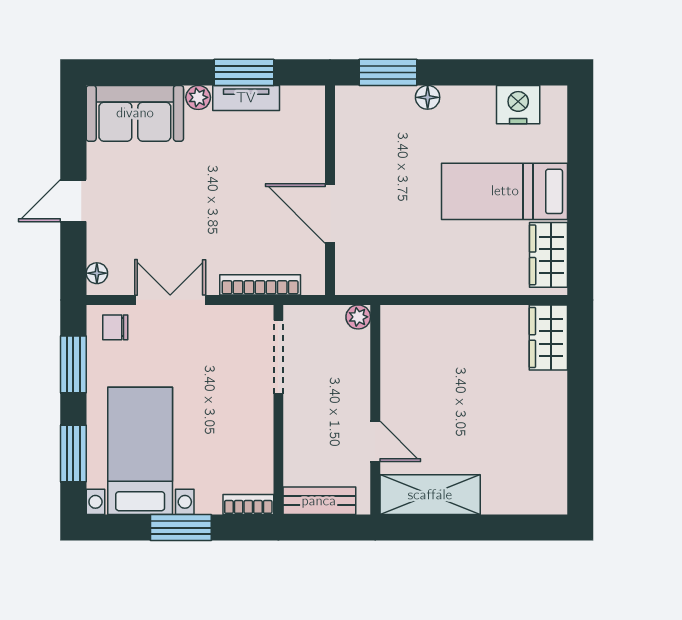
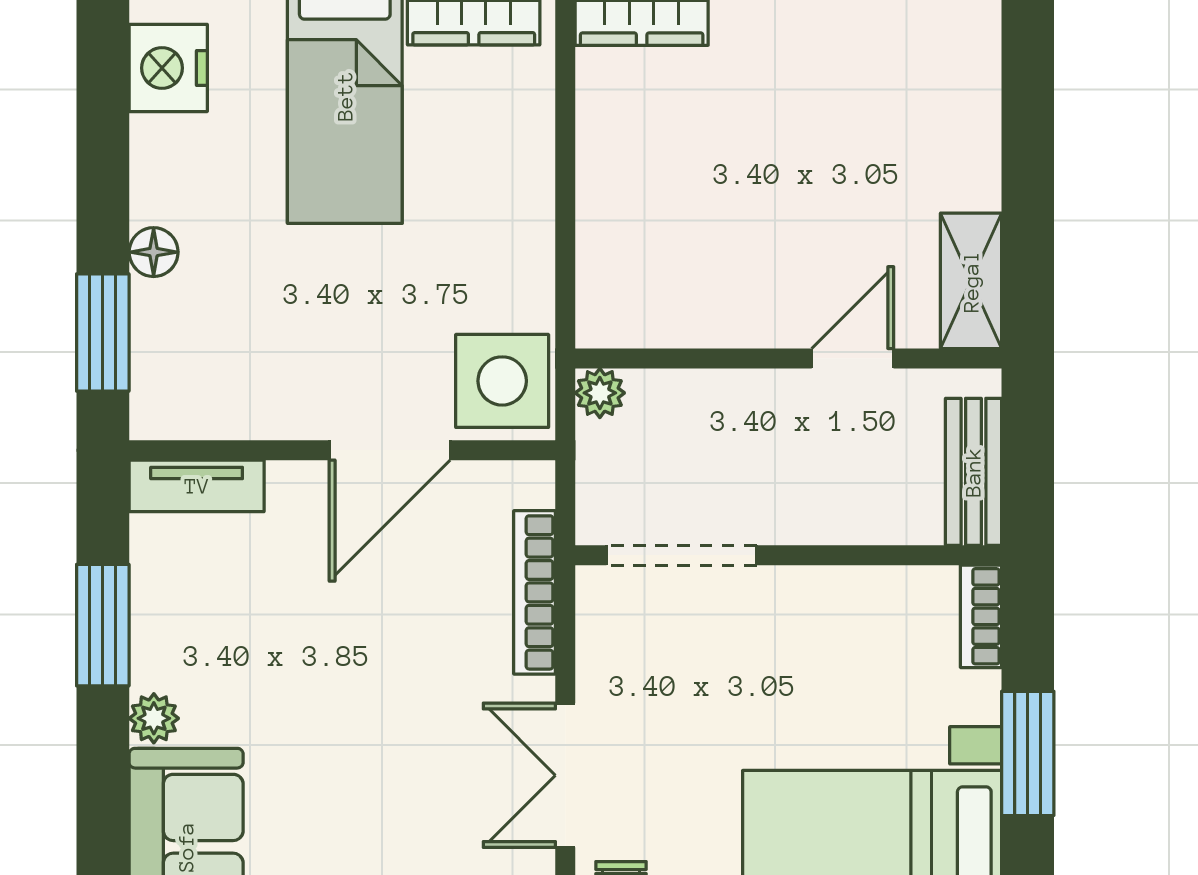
tv unit: (246, 98) -> (197, 486), moved, turned 90
side table: (364, 269) -> (502, 381), added
shelving: (430, 495) -> (971, 281), width x0.67, depth x0.75

